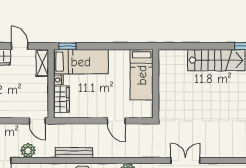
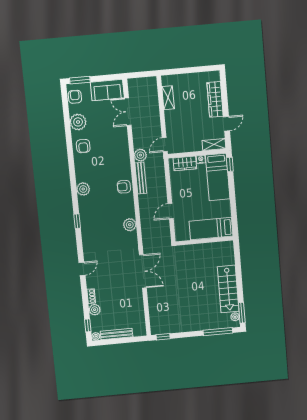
plant: (28, 151) -> (140, 155), moved
double door: (185, 161) -> (143, 271), width x1.37

